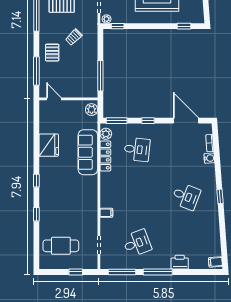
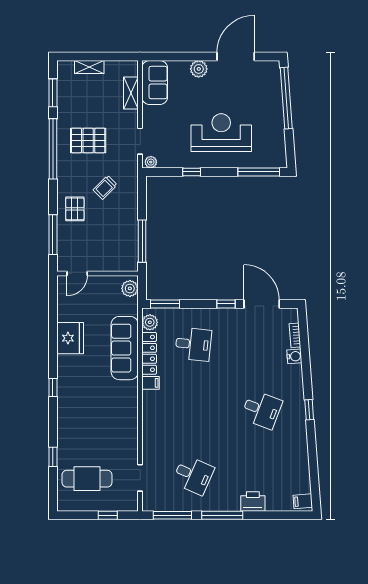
window: (118, 26) -> (192, 172), moved
window: (184, 26) -> (259, 172), width x2.17
door: (54, 99) -> (77, 274), swing flipped
window: (148, 121) -> (226, 304), moved
filing cabinet: (106, 213) -> (151, 383), moved
window: (36, 214) -> (53, 457), moved
desk: (137, 243) -> (193, 475), turned 45

